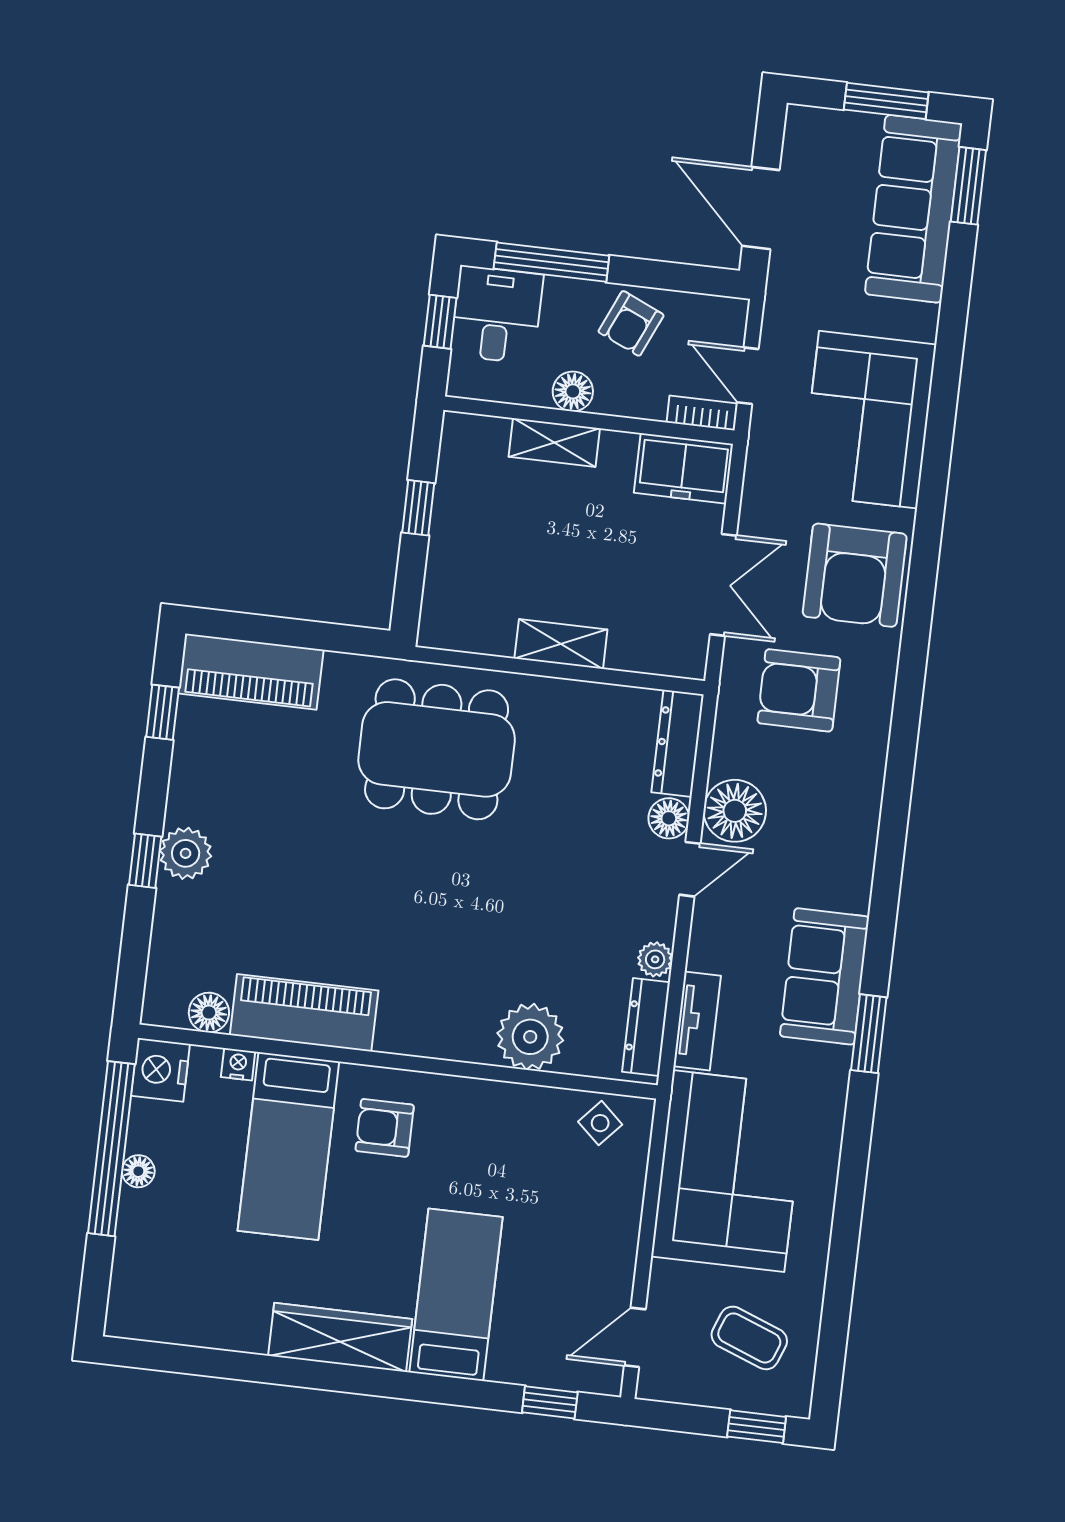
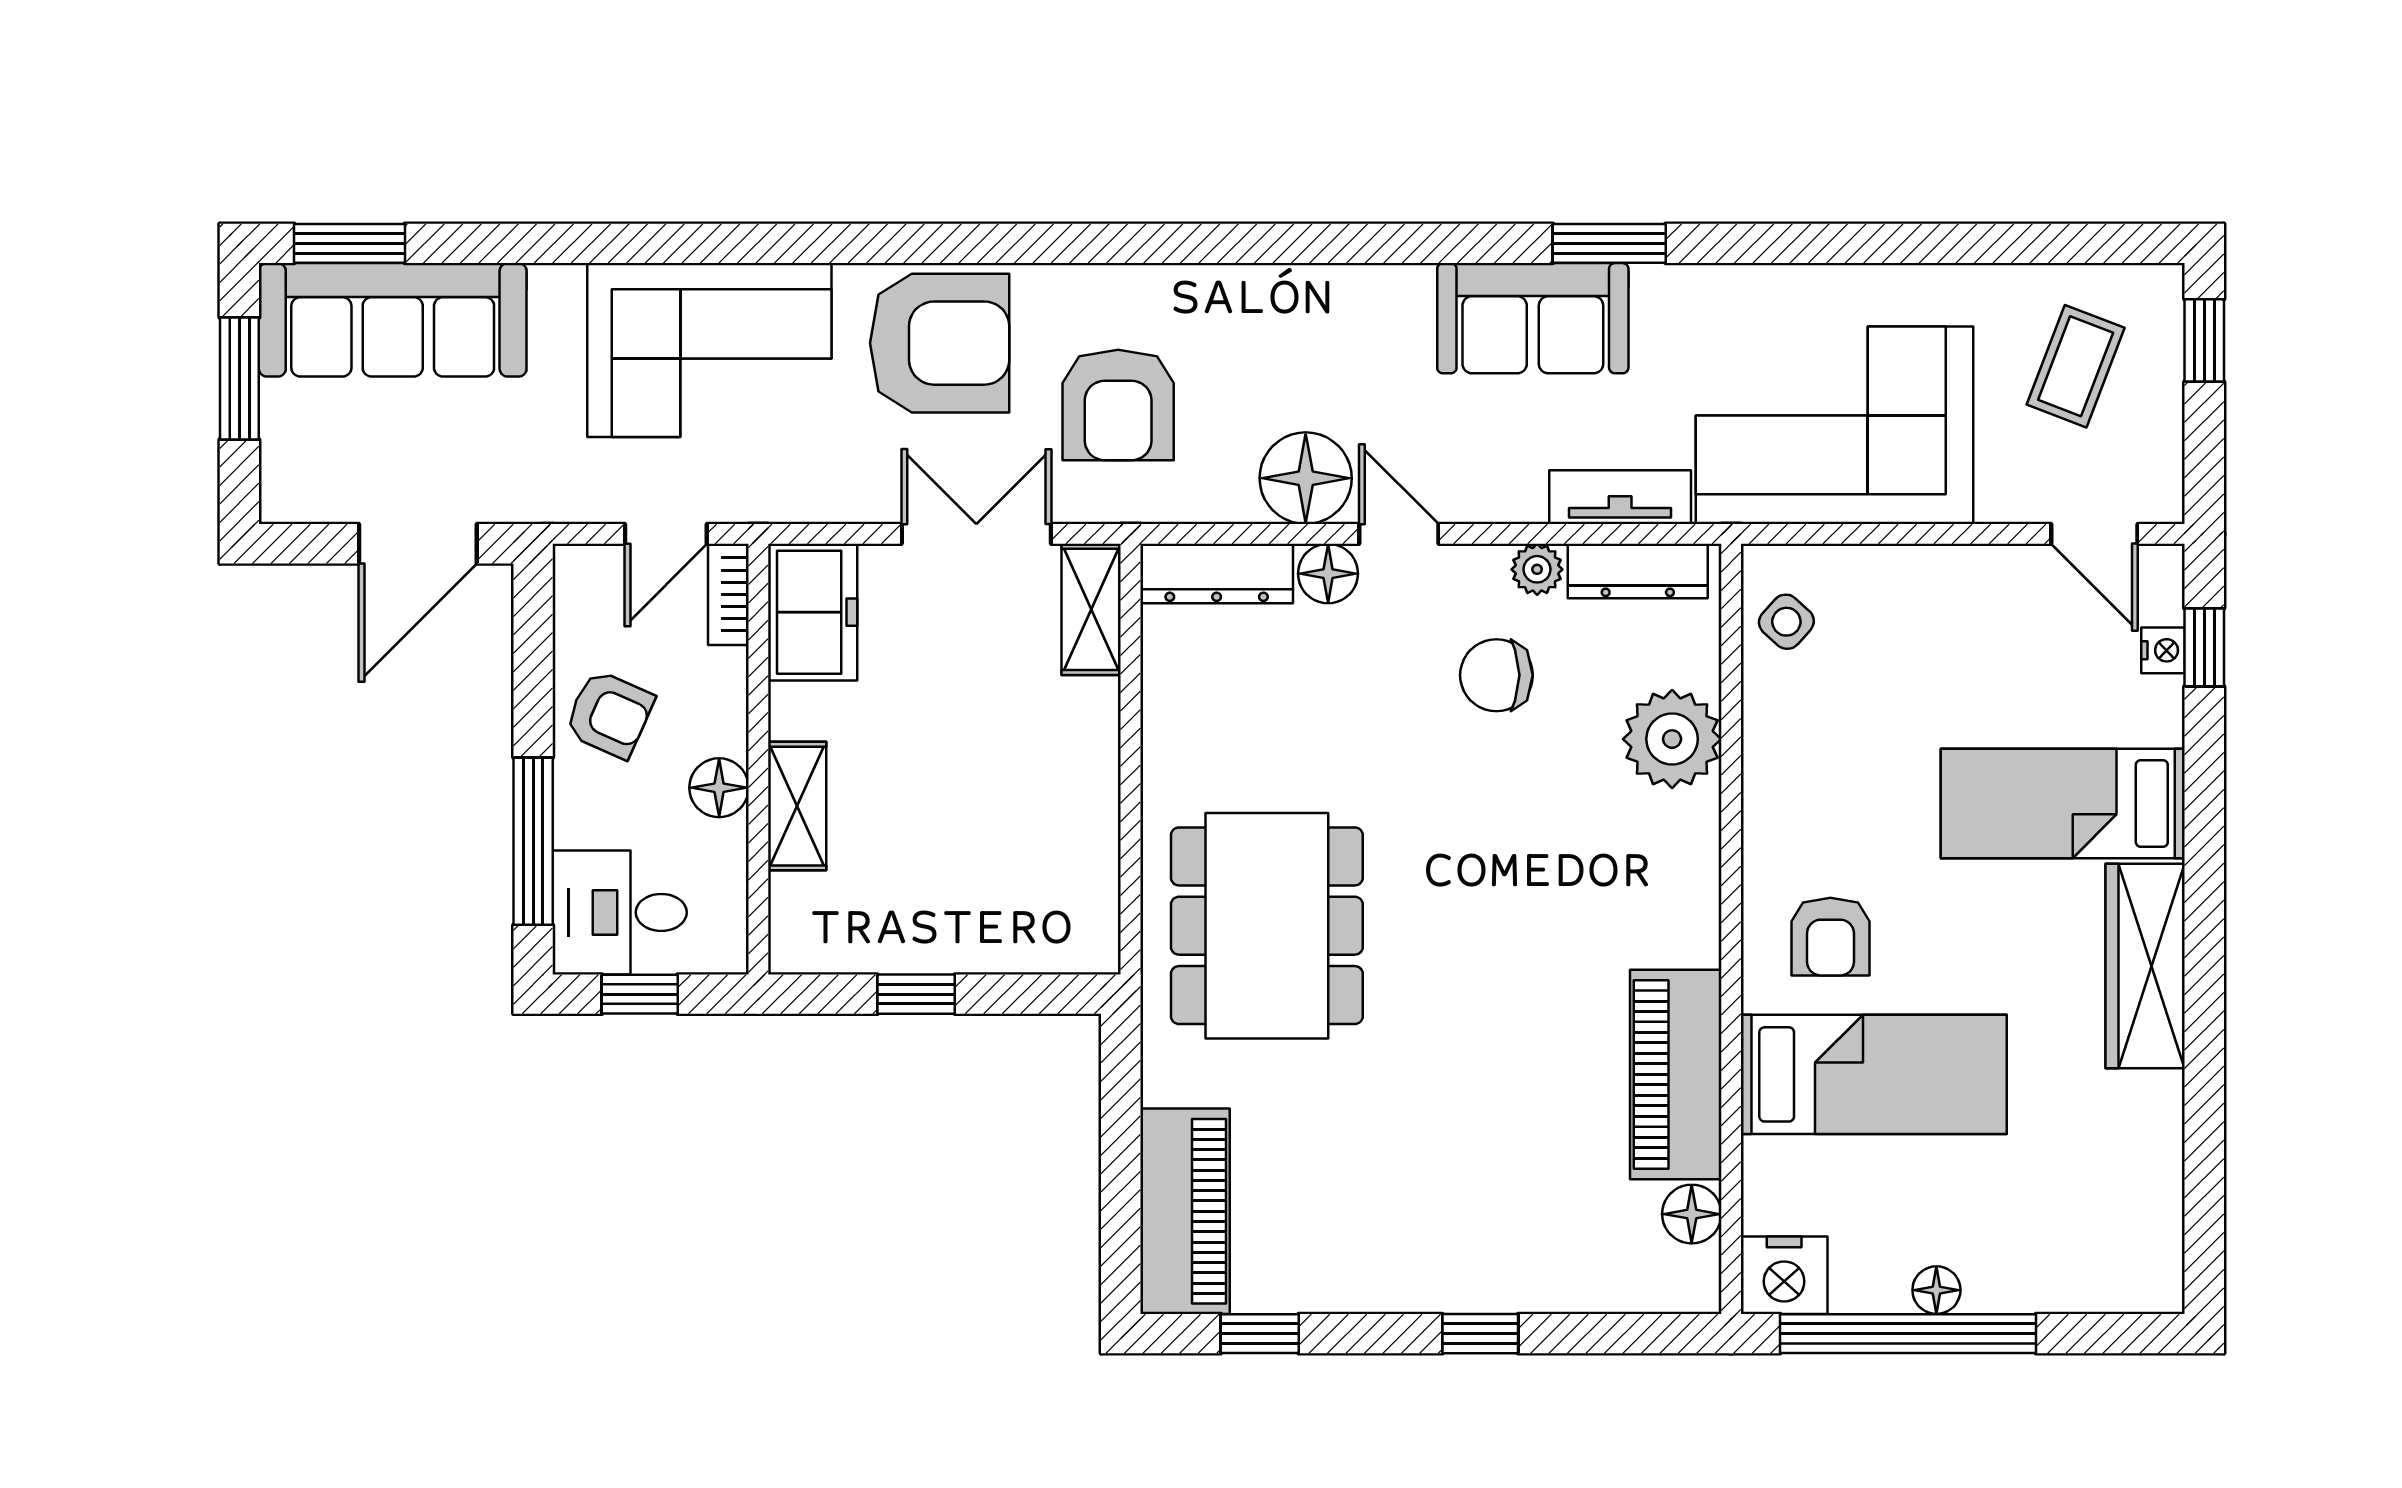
shelving: (561, 644) -> (1091, 609), moved
plant: (186, 853) -> (1463, 1276), removed
chair: (587, 924) -> (1496, 675), added
nightstand: (238, 1064) -> (2163, 650), moved, turned 180

